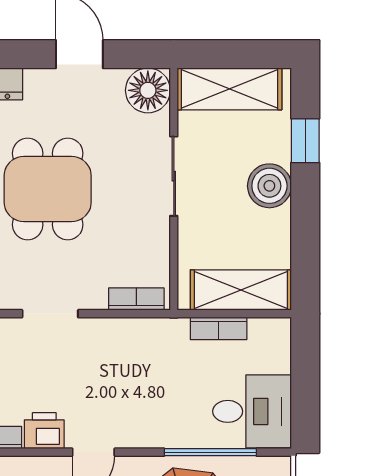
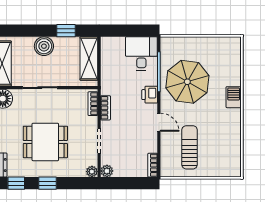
window: (305, 141) -> (66, 31), moved
bookcase: (219, 328) -> (106, 108), moved
printer: (44, 431) -> (150, 95), moved

